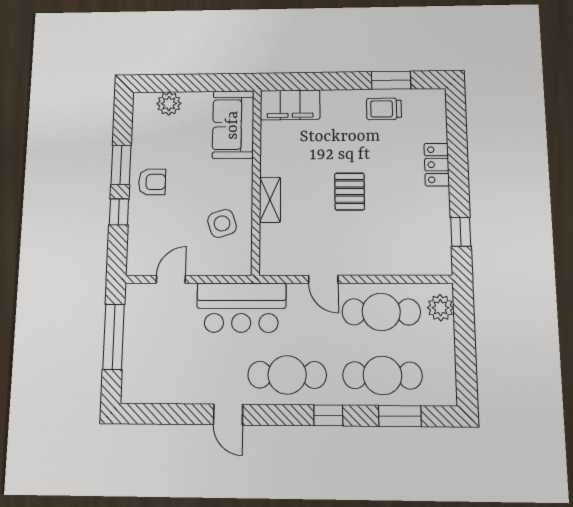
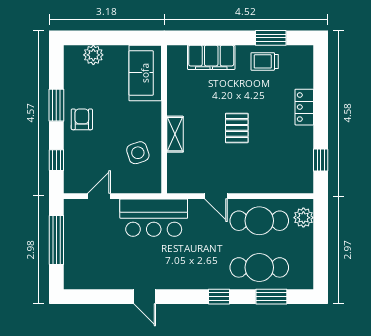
filing cabinet: (290, 105) -> (211, 57), moved
armchair: (152, 182) -> (82, 119), turned -90
window: (119, 212) -> (56, 160), moved
cafe table: (287, 375) -> (189, 267), removed

